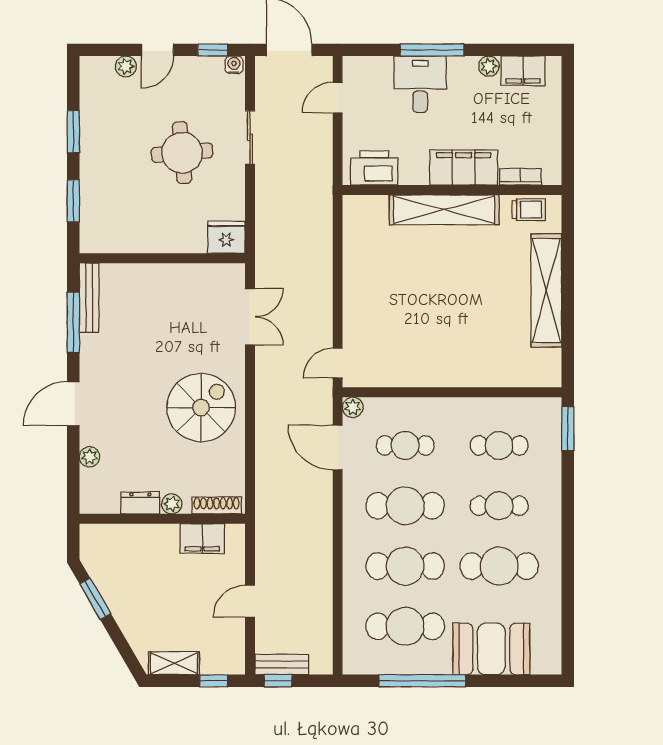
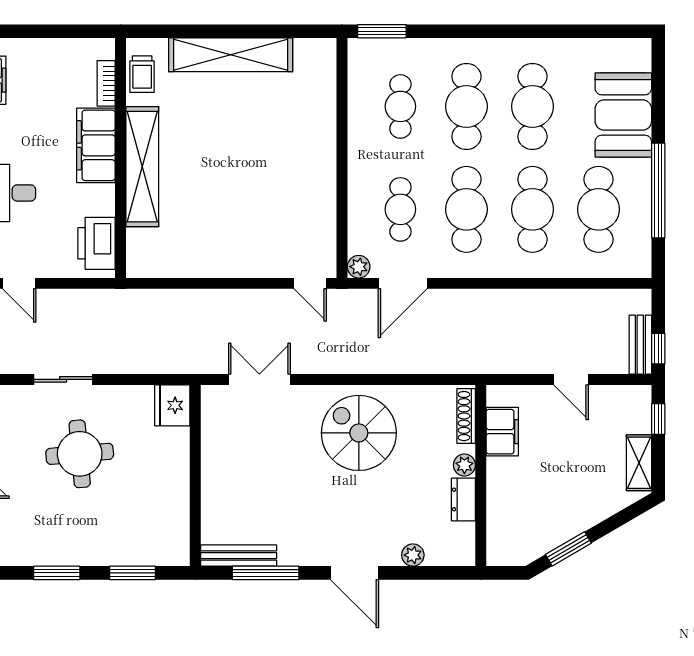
trolley: (529, 210) -> (142, 74), turned 180
cafe table: (499, 506) -> (466, 106), width x1.37, depth x1.35

